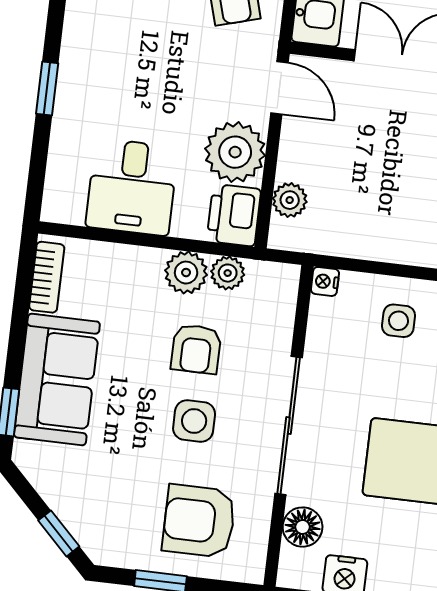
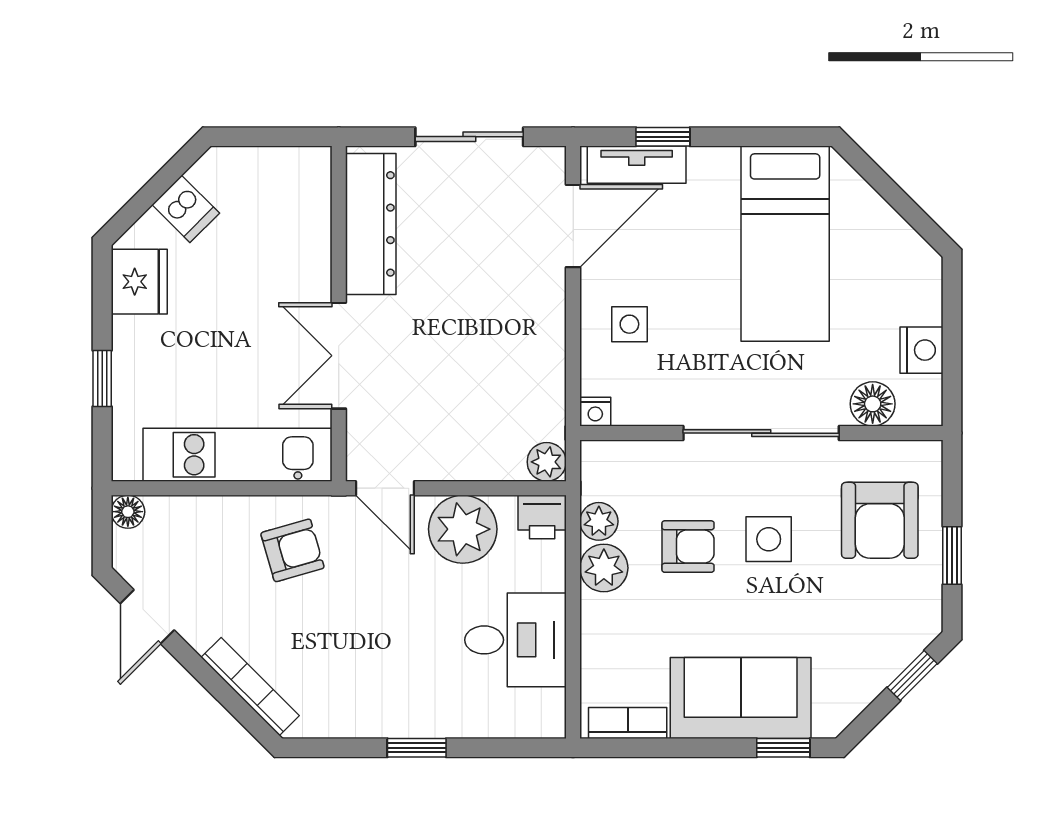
door: (279, 88) -> (385, 488), swing flipped
plant: (290, 200) -> (547, 462), moved
printer: (234, 215) -> (542, 517), width x0.73, depth x0.81

